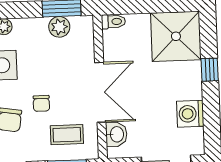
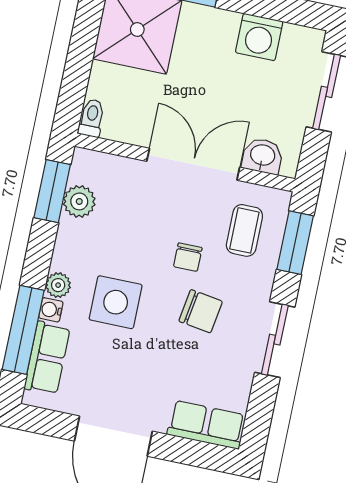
chair: (41, 103) -> (188, 257), turned 90

